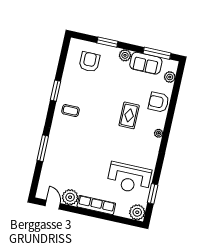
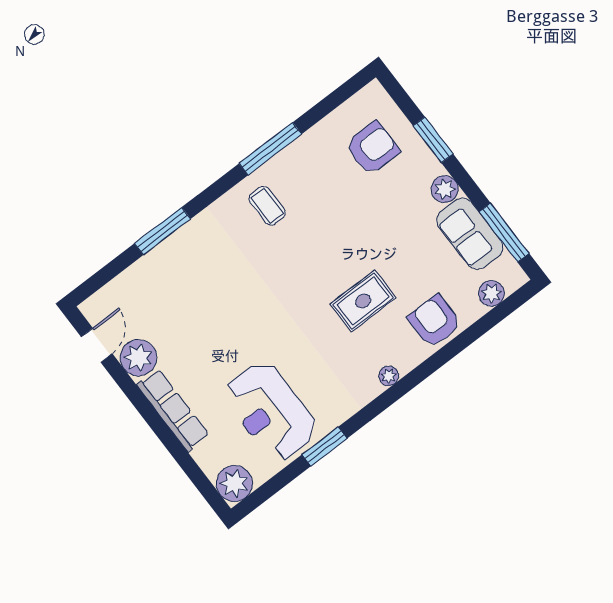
window: (56, 91) -> (270, 149), width x1.44
window: (153, 194) -> (325, 447), moved

